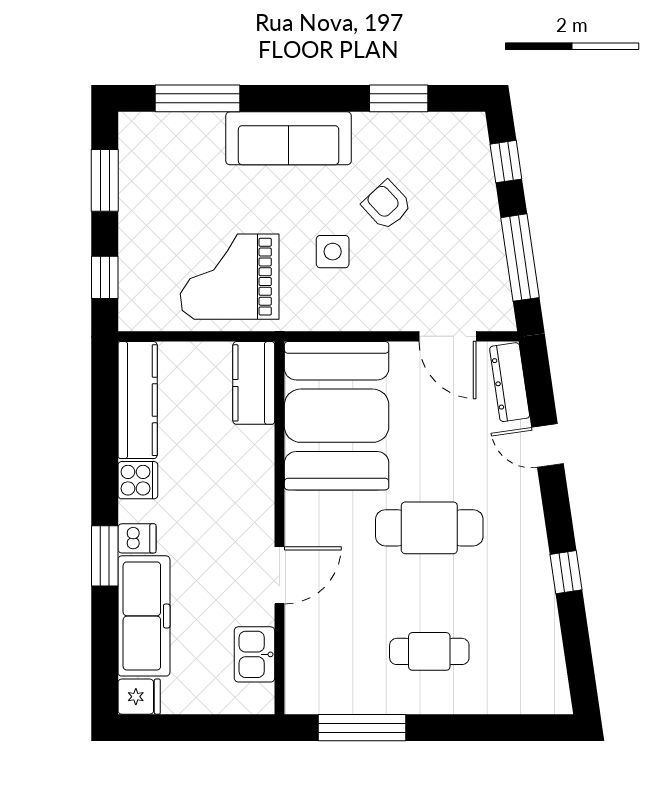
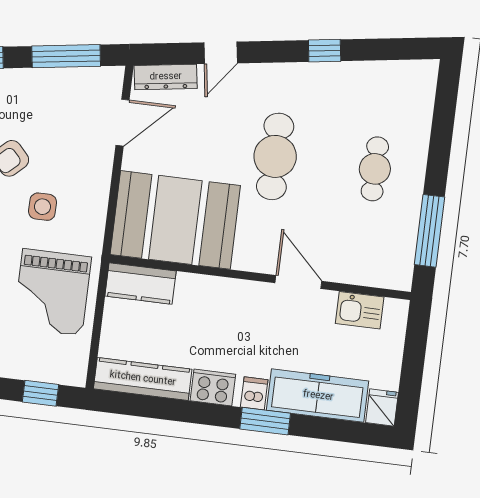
cooker: (138, 480) -> (213, 387), width x1.36

